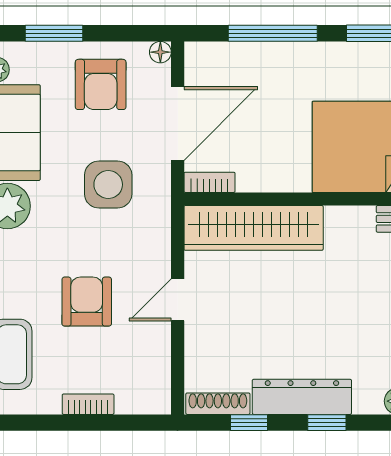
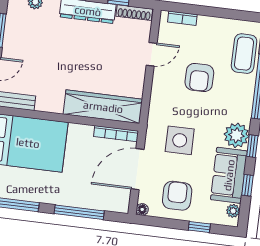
window: (54, 33) -> (199, 227), width x0.67
bookcase: (210, 182) -> (116, 134), width x1.56
door: (178, 300) -> (152, 54), moved
bookcase: (88, 404) -> (182, 18), moved

